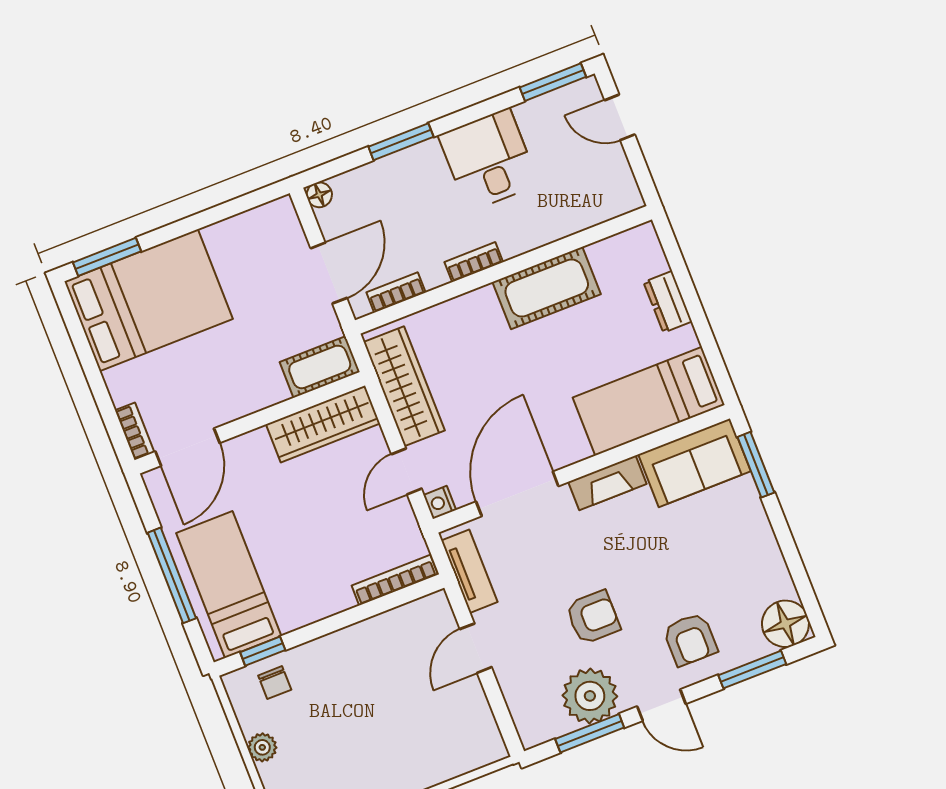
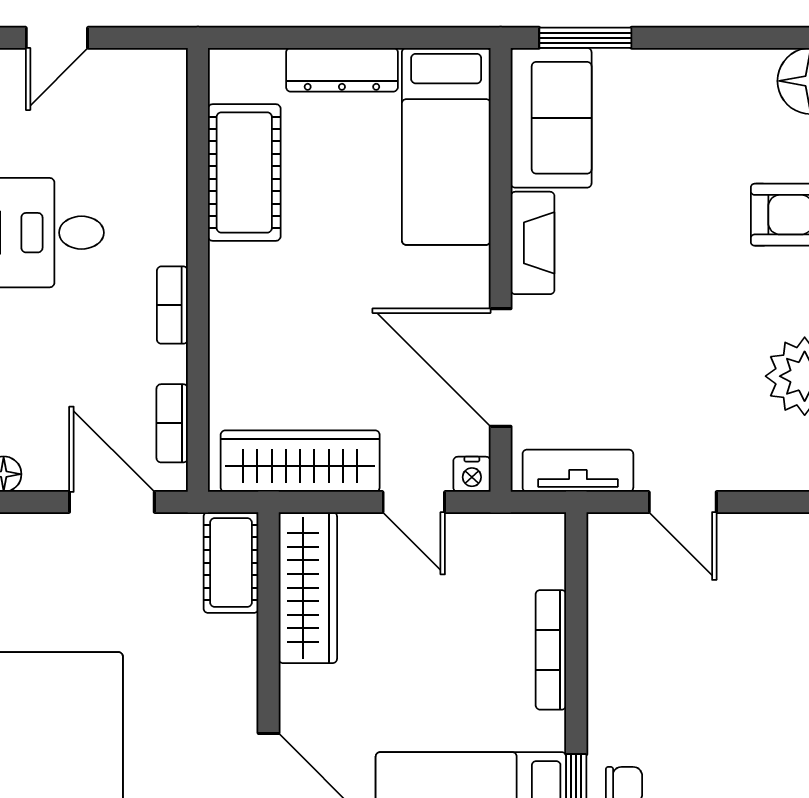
cot: (547, 288) -> (244, 172), moved
dresser: (668, 302) -> (342, 70), width x1.44
bookcase: (395, 580) -> (551, 650), moved
armchair: (593, 617) -> (702, 331), removed

